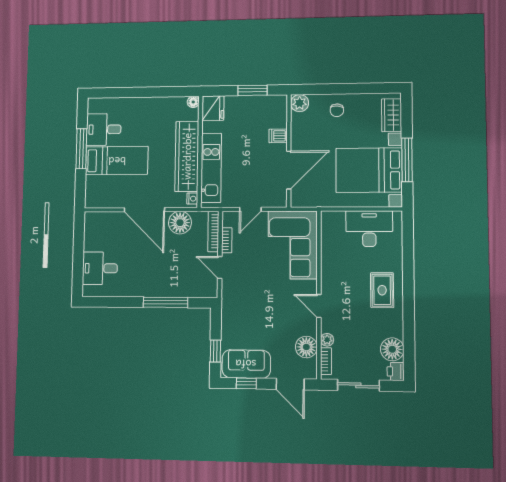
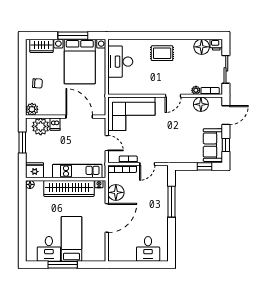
plant: (275, 116) -> (41, 126), added

